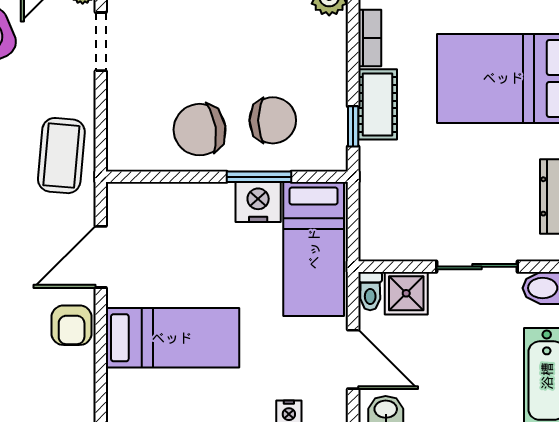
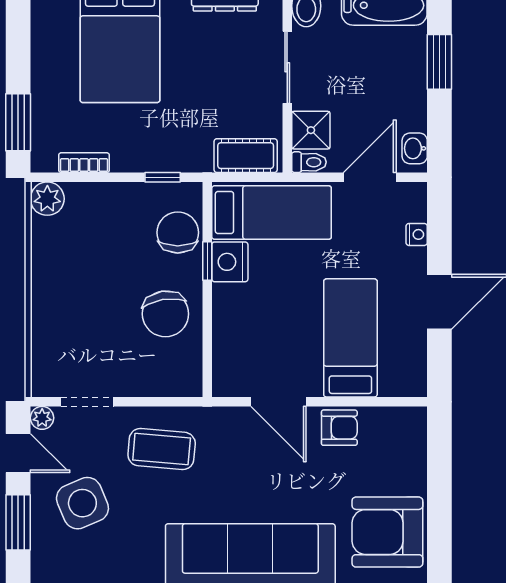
cot: (378, 104) -> (246, 156), moved
chair: (273, 120) -> (178, 233), moved
coffee table: (61, 156) -> (162, 449), moved
window: (259, 177) -> (207, 261), width x0.67

